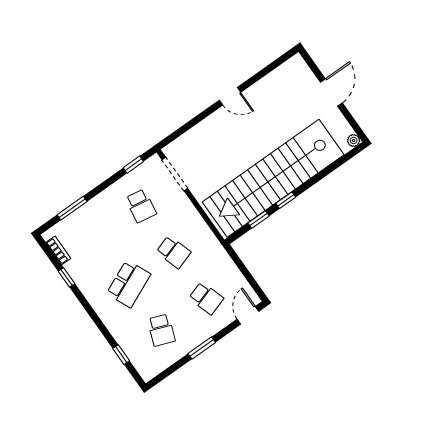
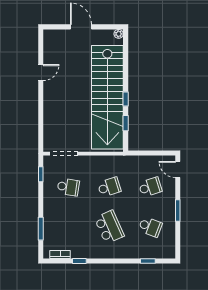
door: (230, 96) -> (41, 73), moved

